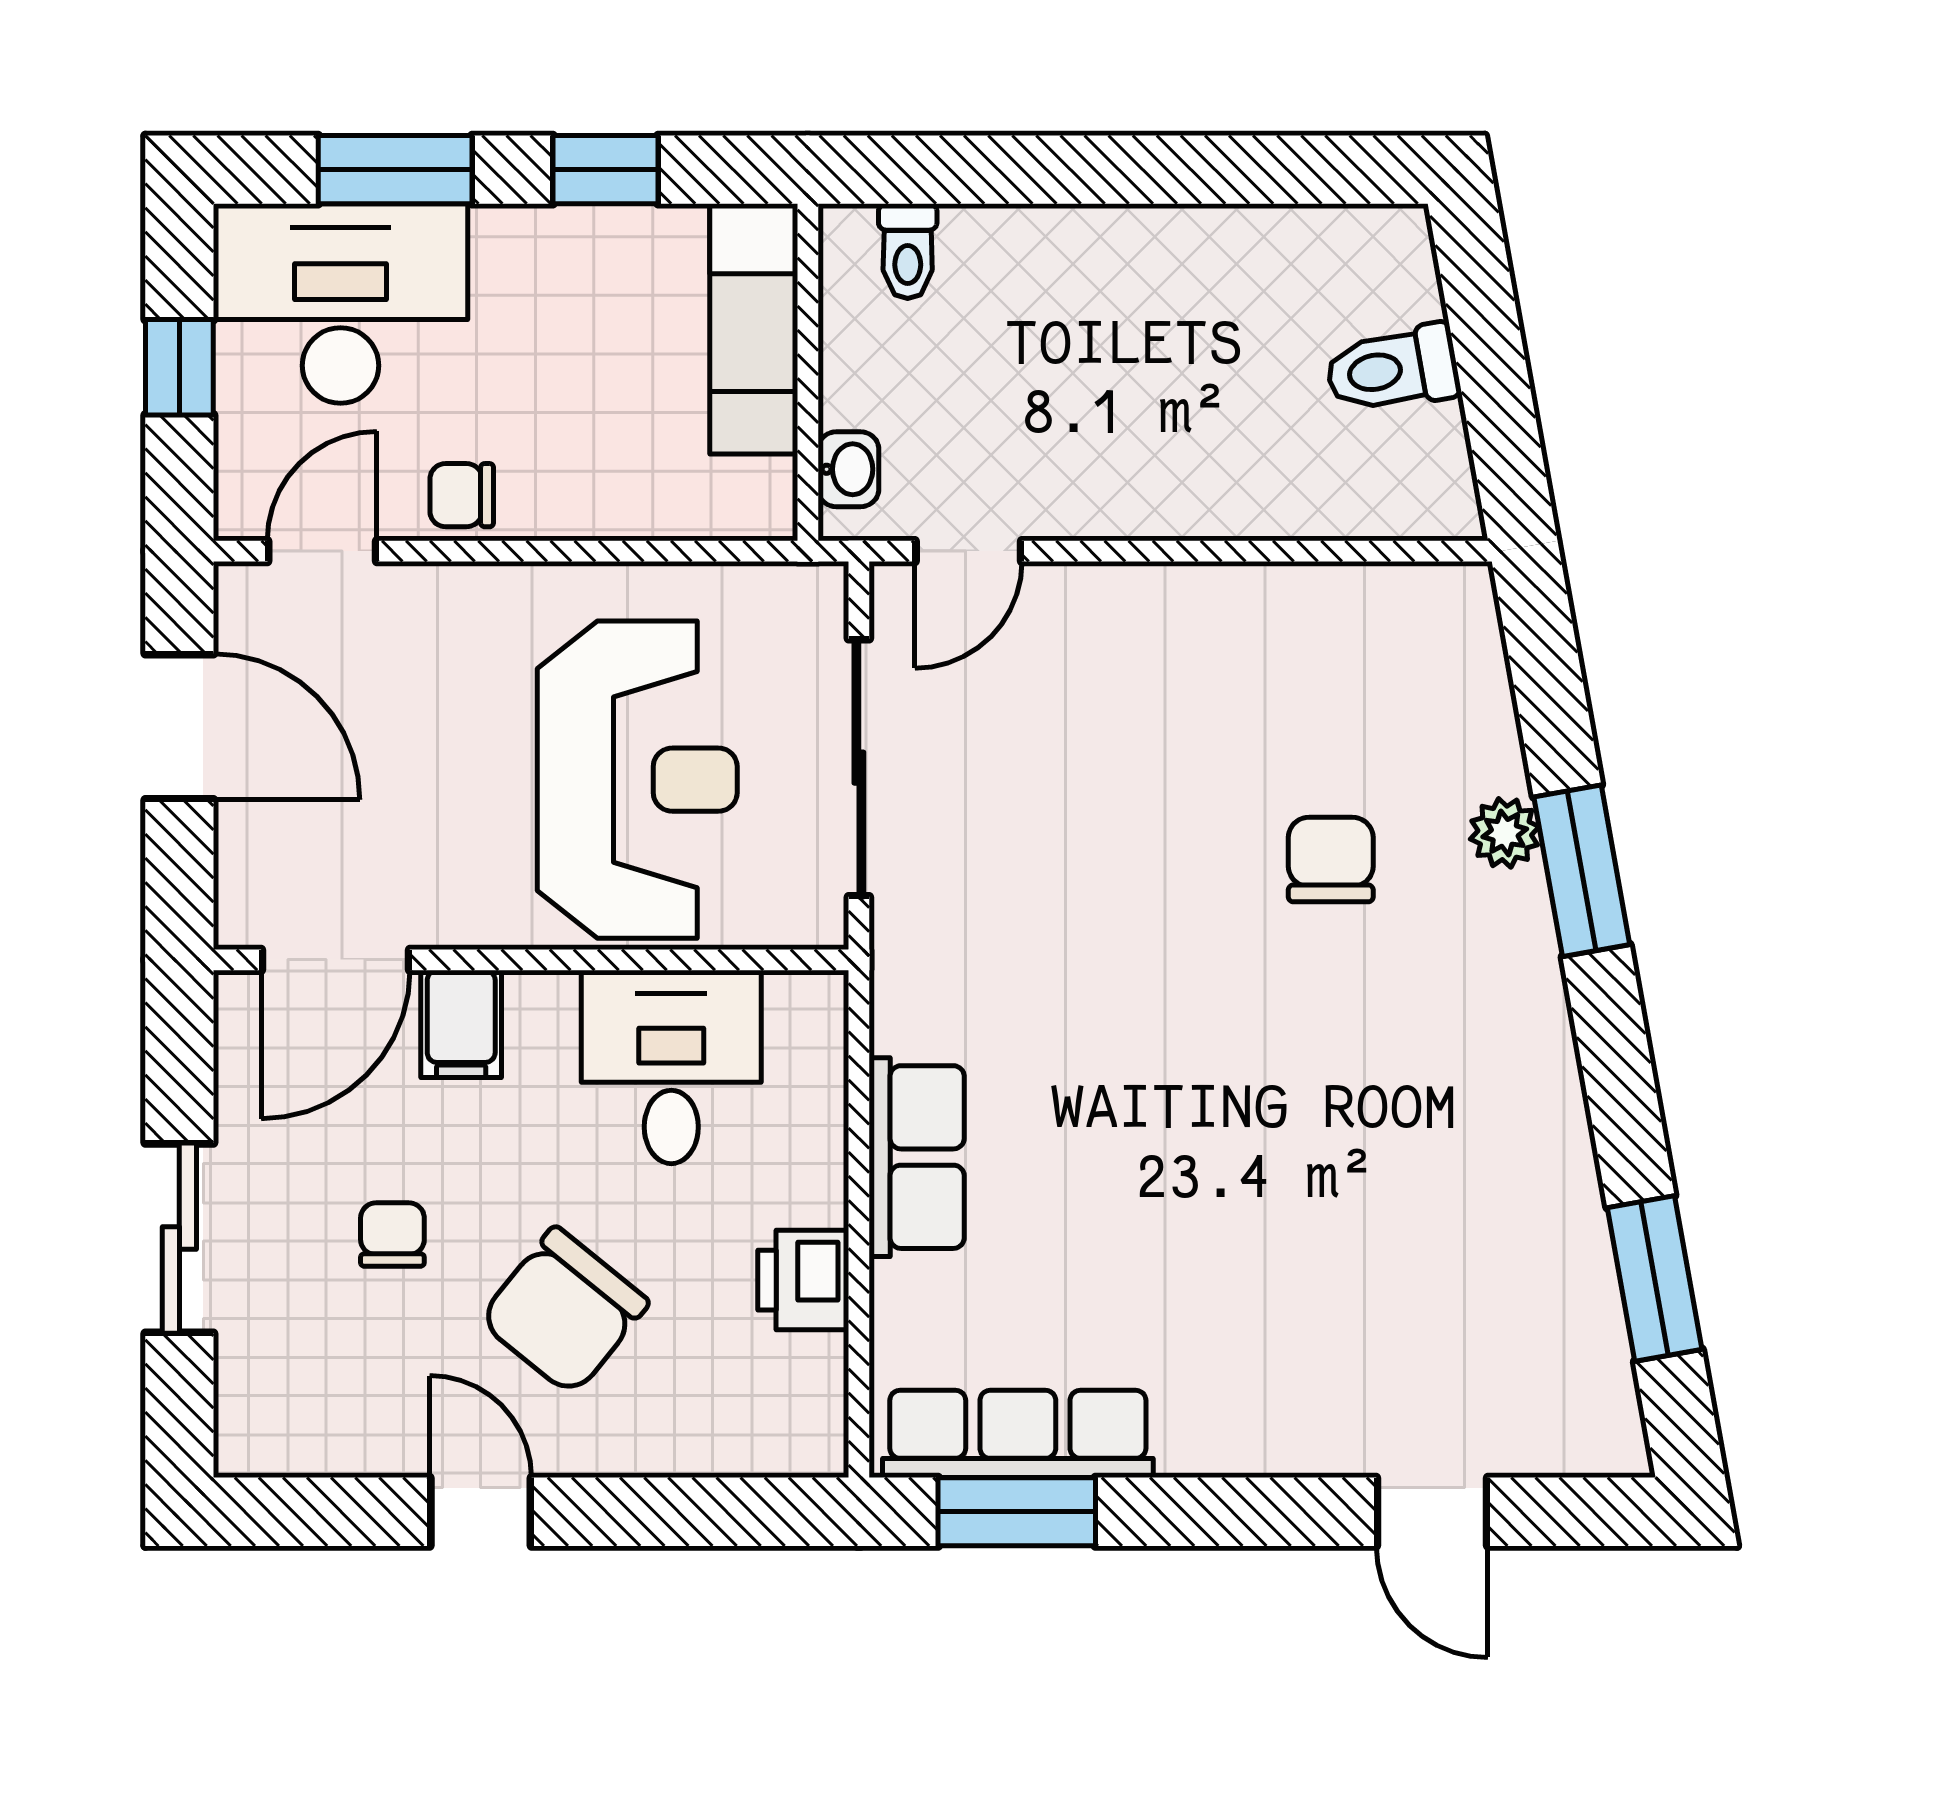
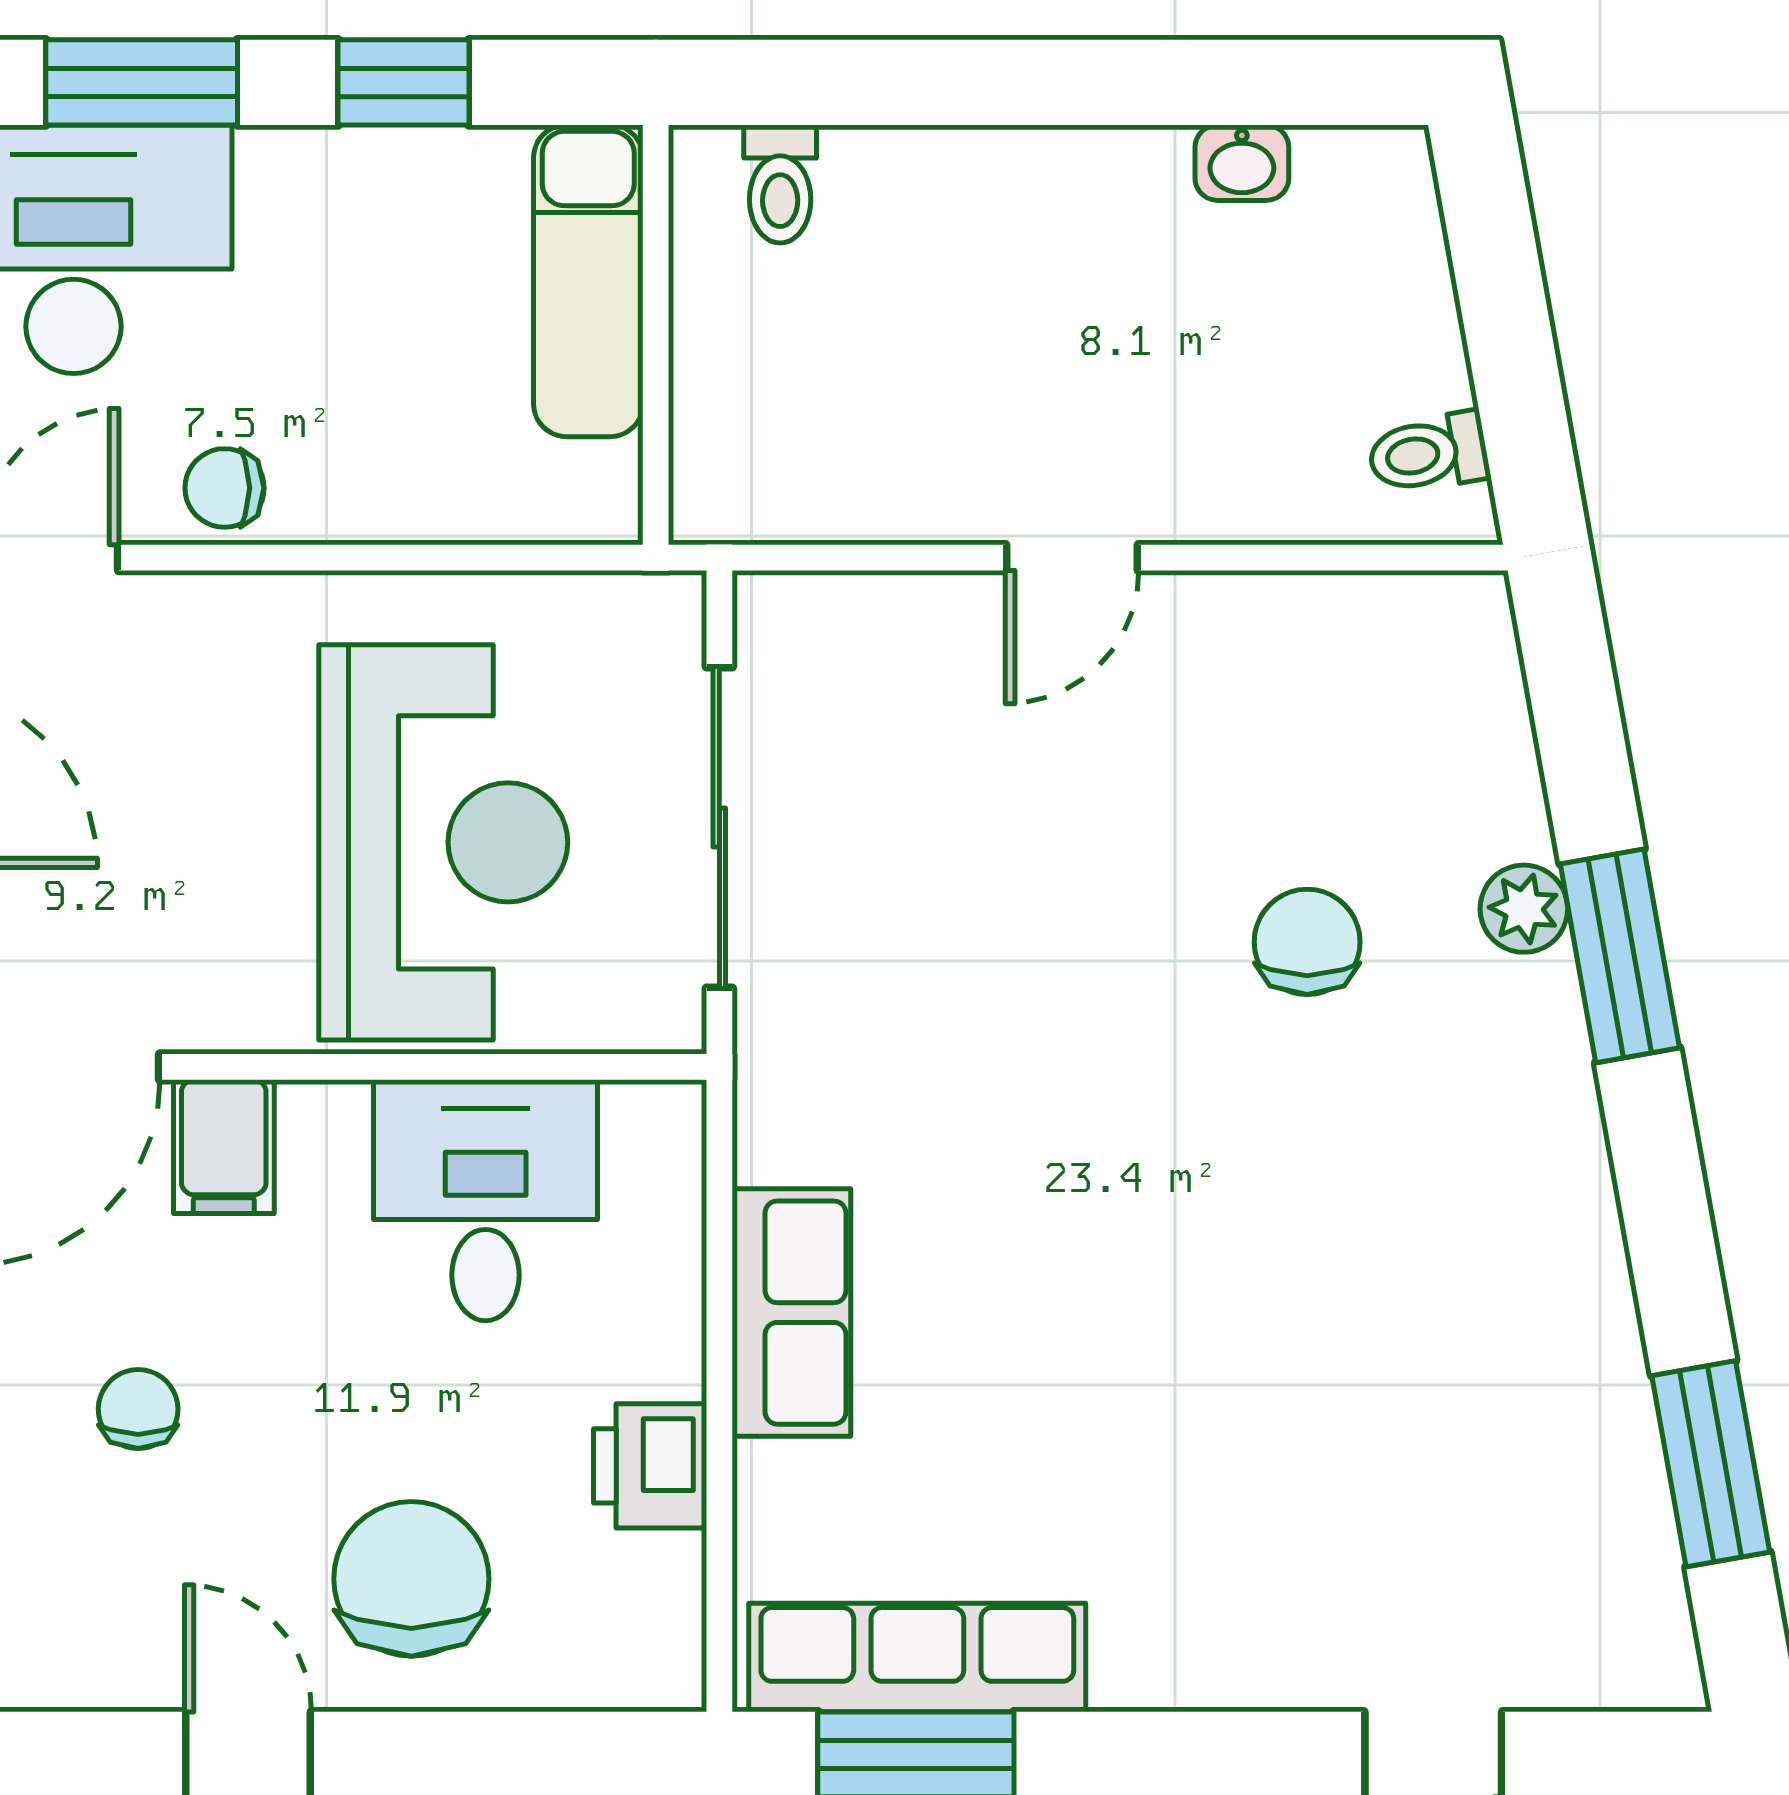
toilet: (1393, 369) -> (1429, 453), moved, width x0.73, depth x0.72
washbasin: (848, 469) -> (1242, 163), moved, turned 90
door: (968, 551) -> (1072, 558), moved
chair: (564, 1311) -> (411, 1579), moved, turned 141

